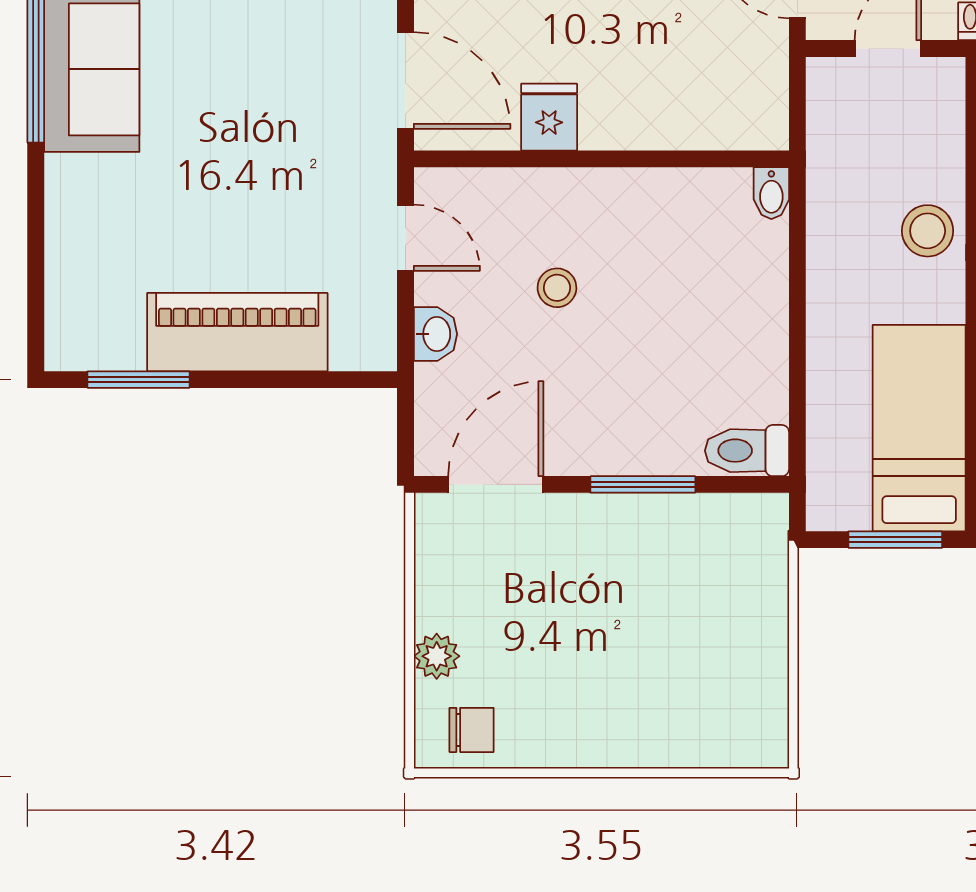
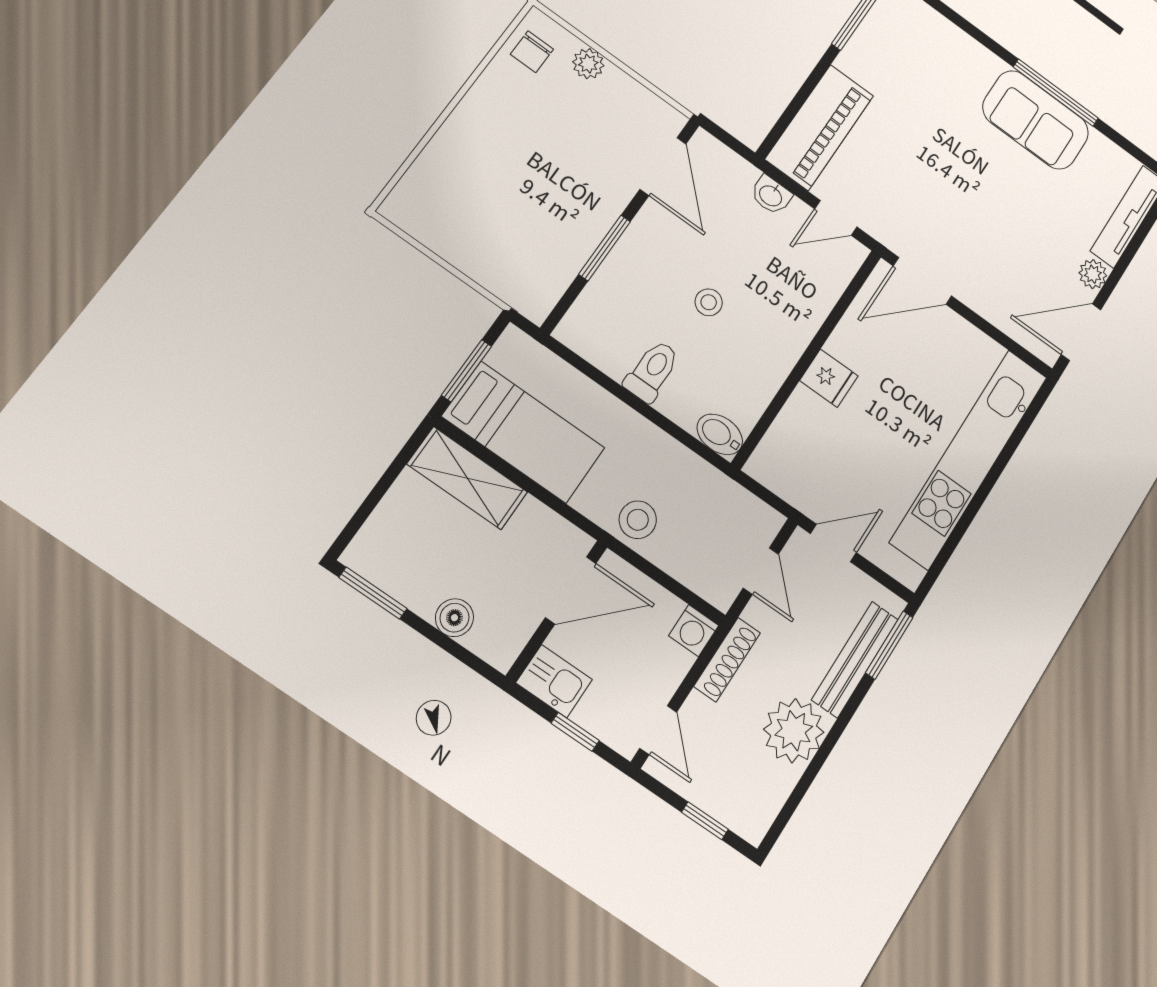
fridge: (549, 117) -> (829, 378), moved
bidet: (771, 193) -> (720, 434), width x1.38, depth x1.36
stool: (557, 288) -> (709, 302), moved
piano: (237, 332) -> (820, 127), moved
toilet: (747, 451) -> (652, 371), moved

